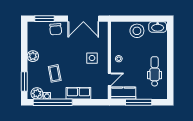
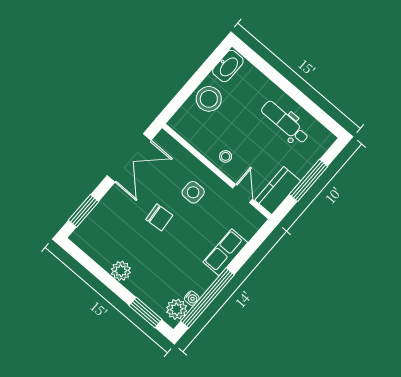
chair: (56, 29) -> (159, 217), moved
coffee table: (55, 73) -> (170, 261), removed

